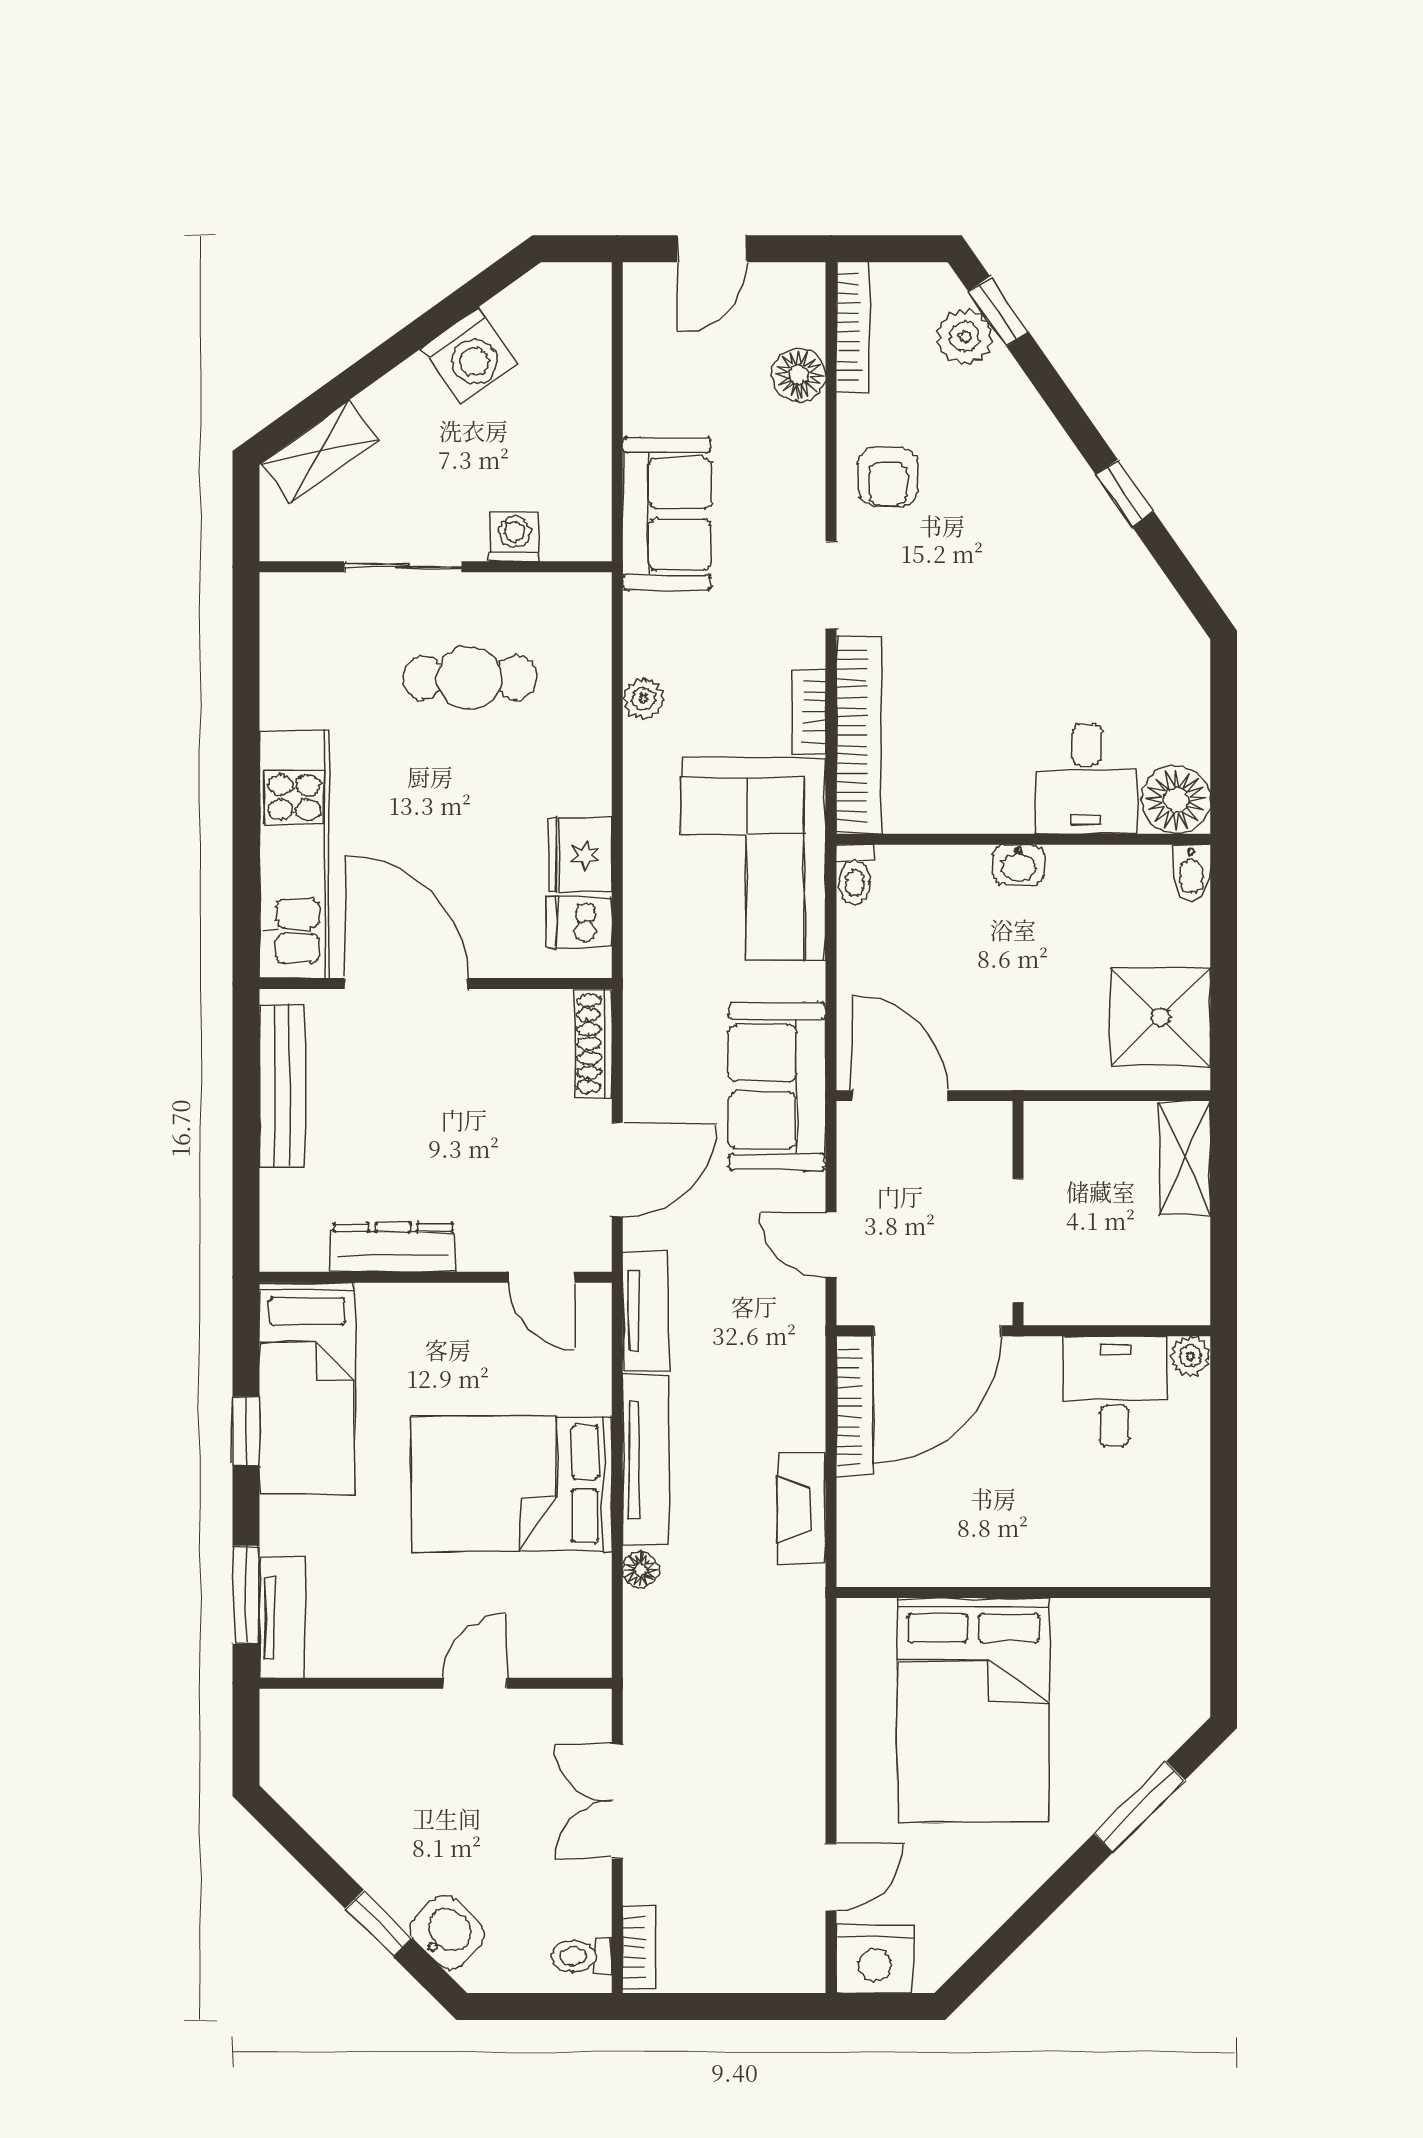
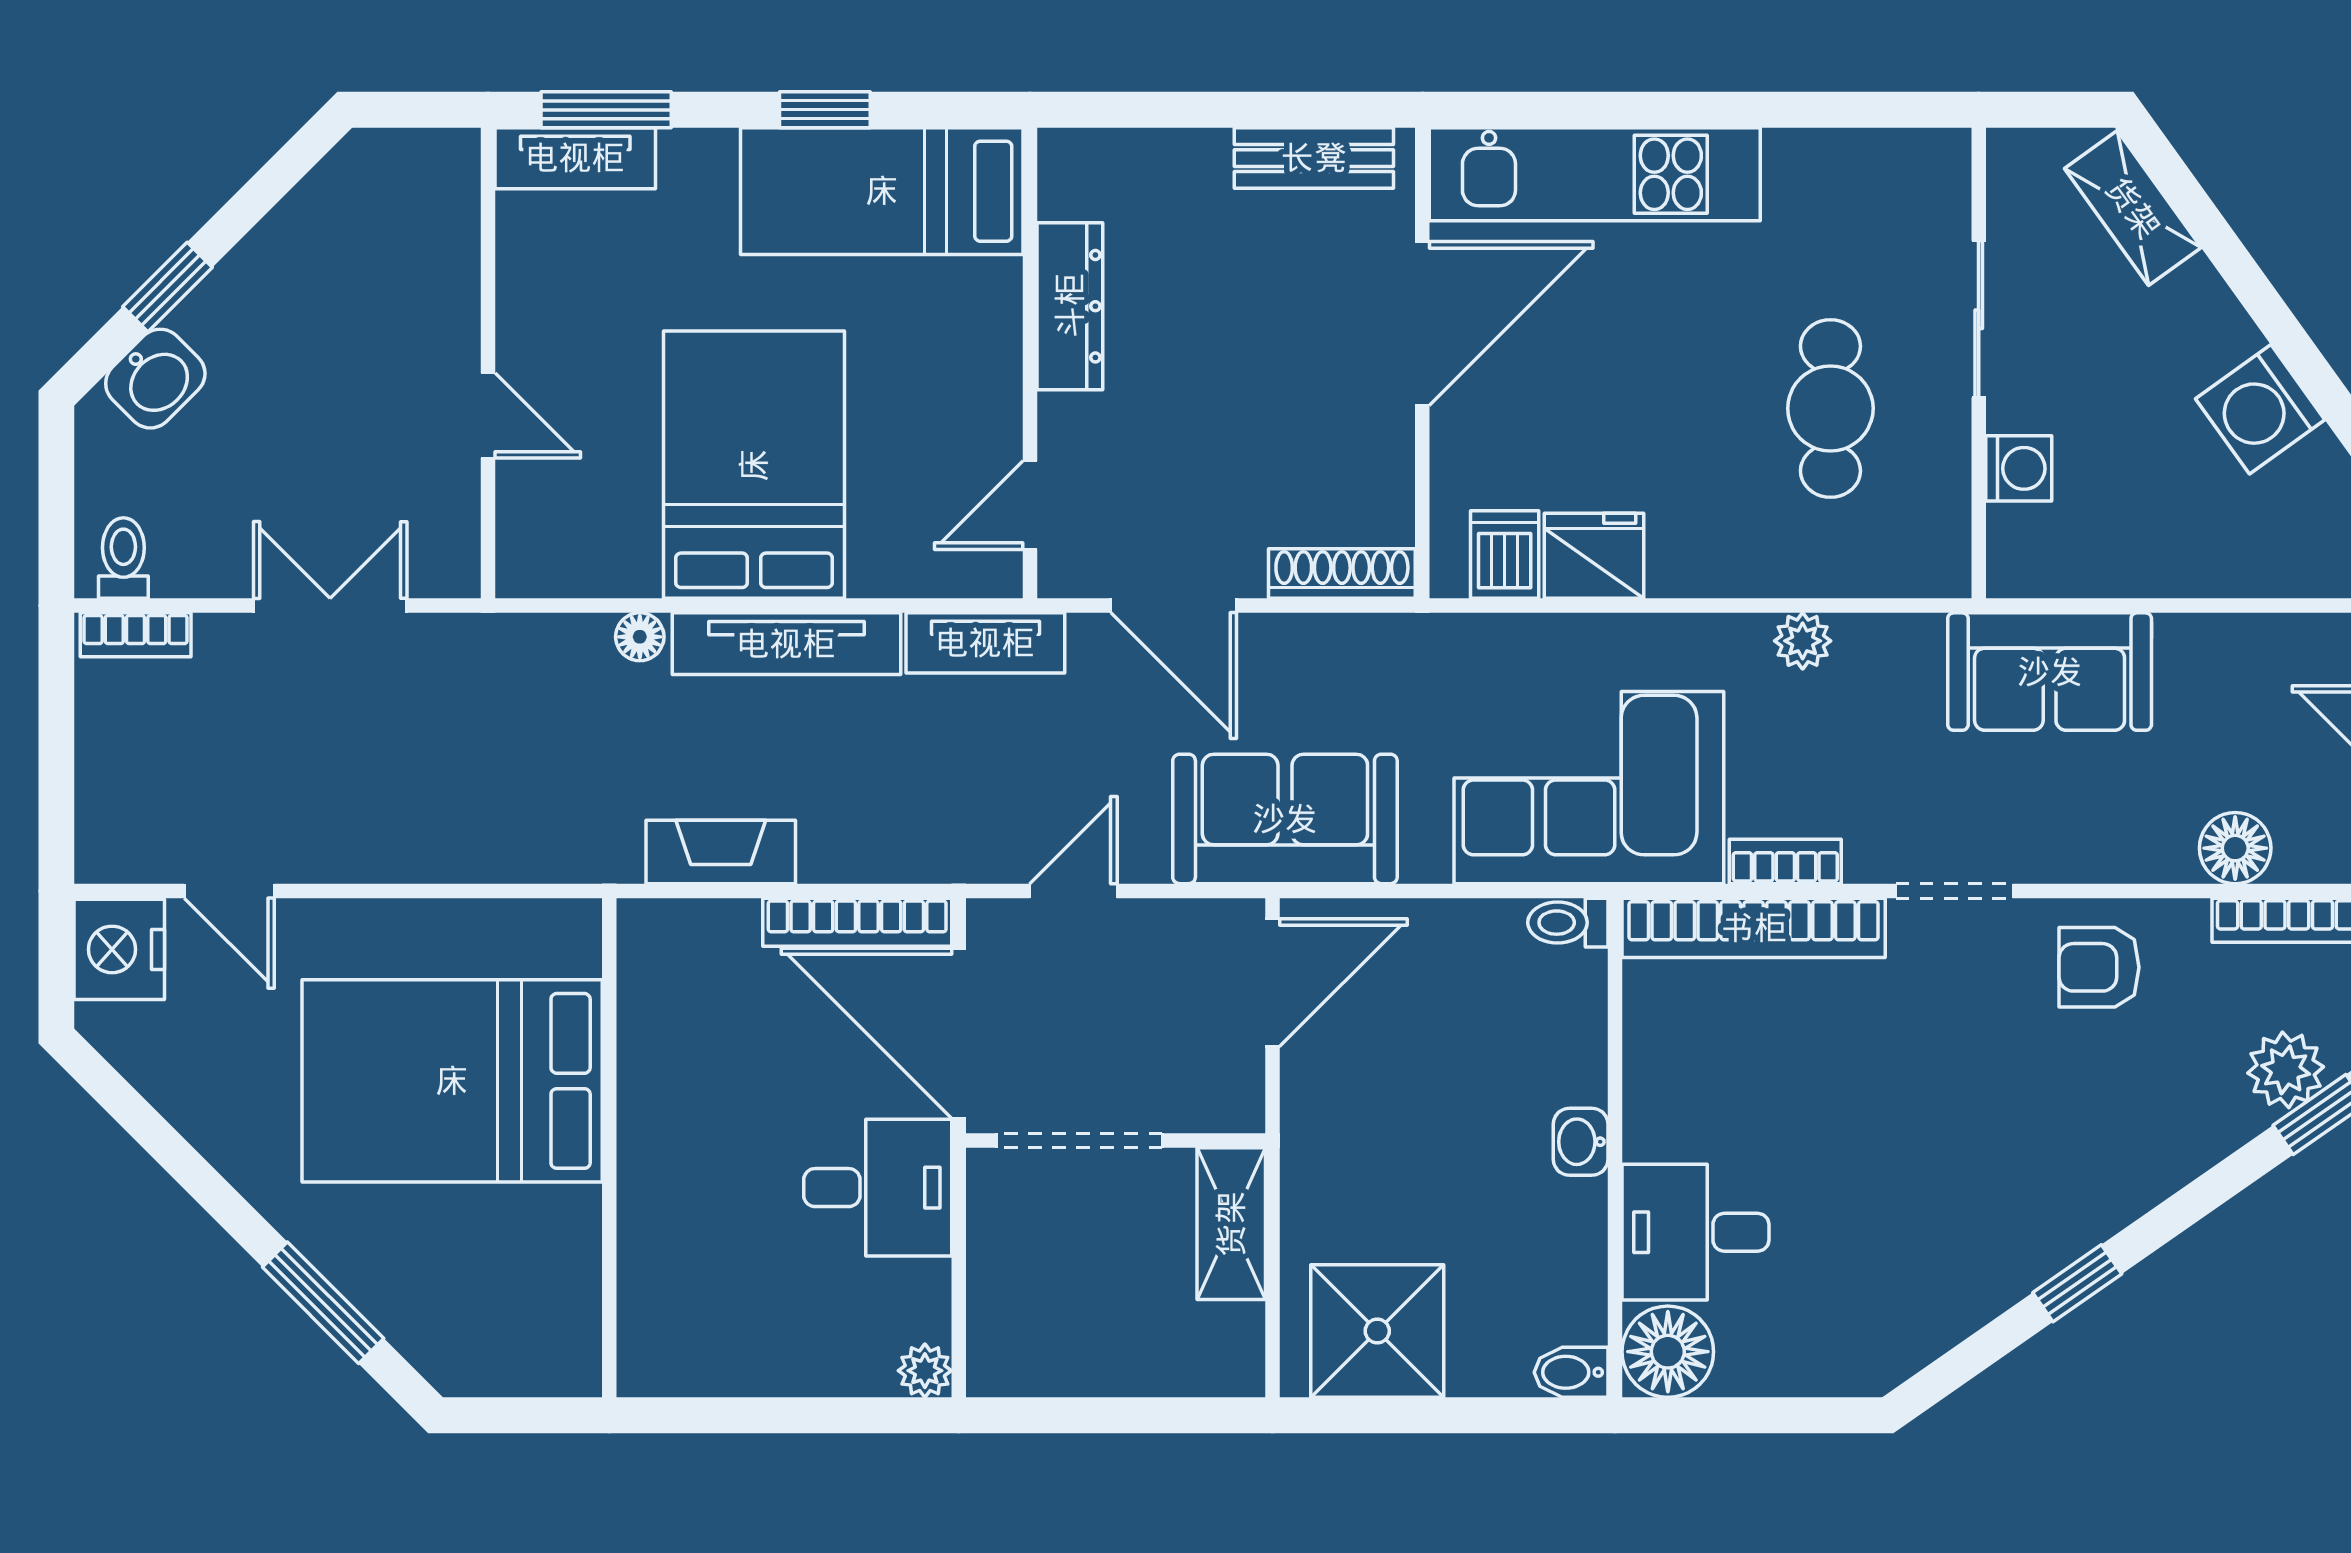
bench: (282, 1086) -> (1314, 158), width x0.73
shelving: (1185, 1158) -> (1231, 1224), moved, turned 90
desk: (1115, 1391) -> (878, 1188), moved

